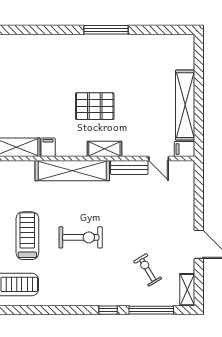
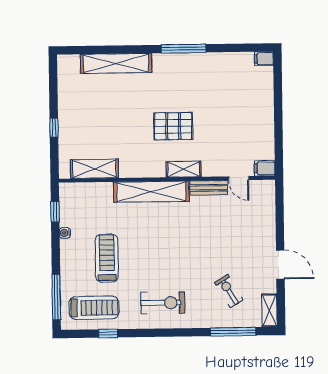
shelving: (185, 105) -> (116, 63), moved, turned 90
filing cabinet: (48, 147) -> (264, 59), moved, turned -90
exercise bike: (81, 237) -> (163, 303), moved
window: (108, 310) -> (108, 333), moved

